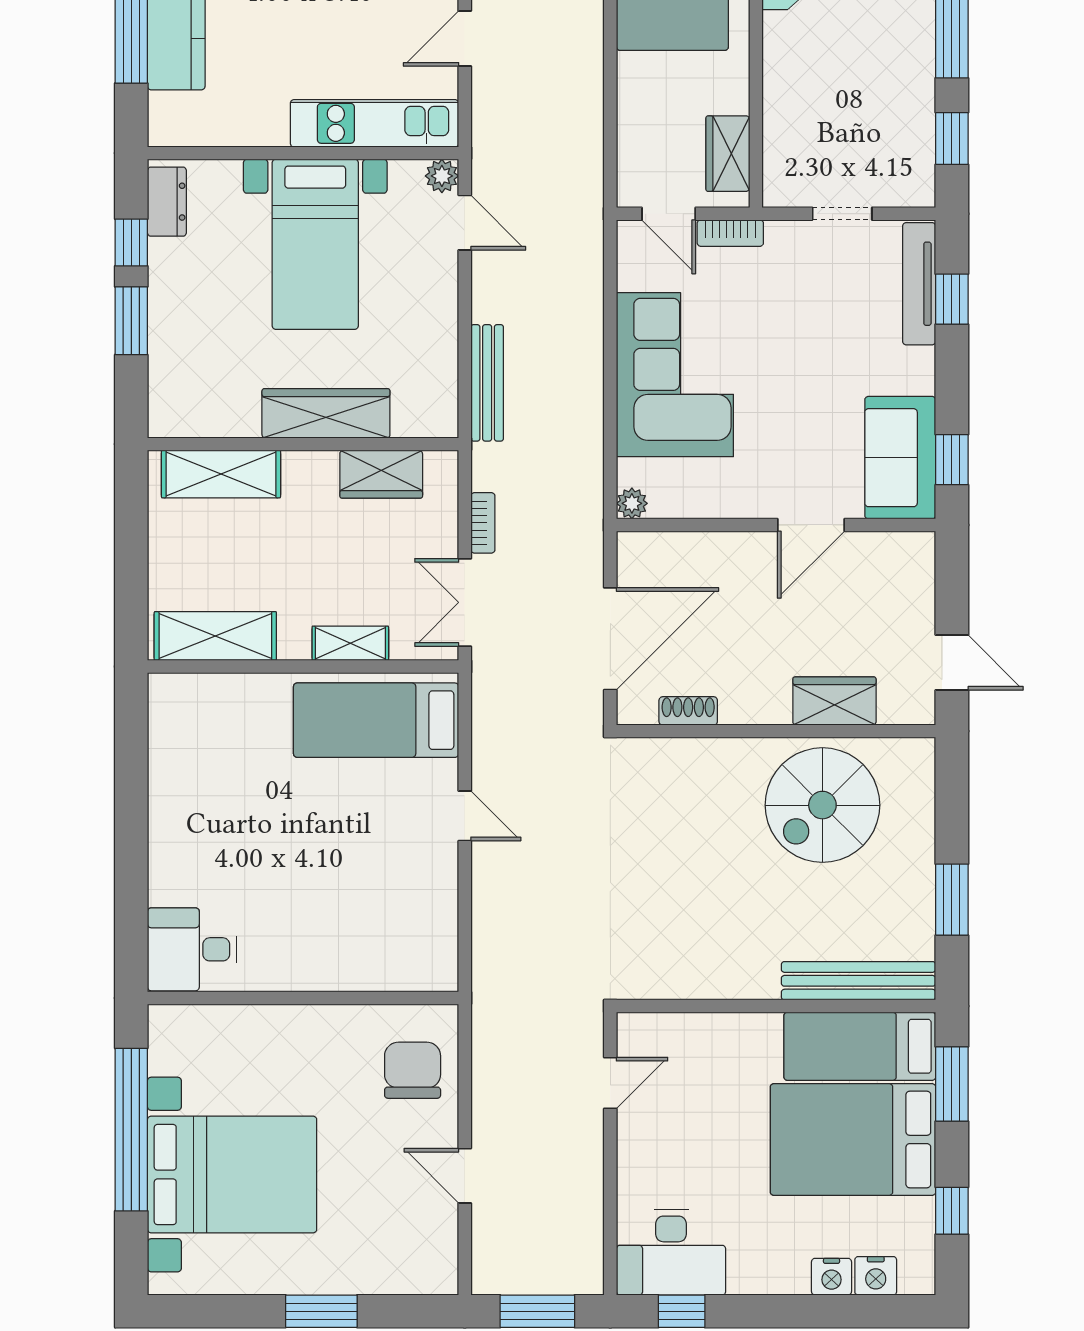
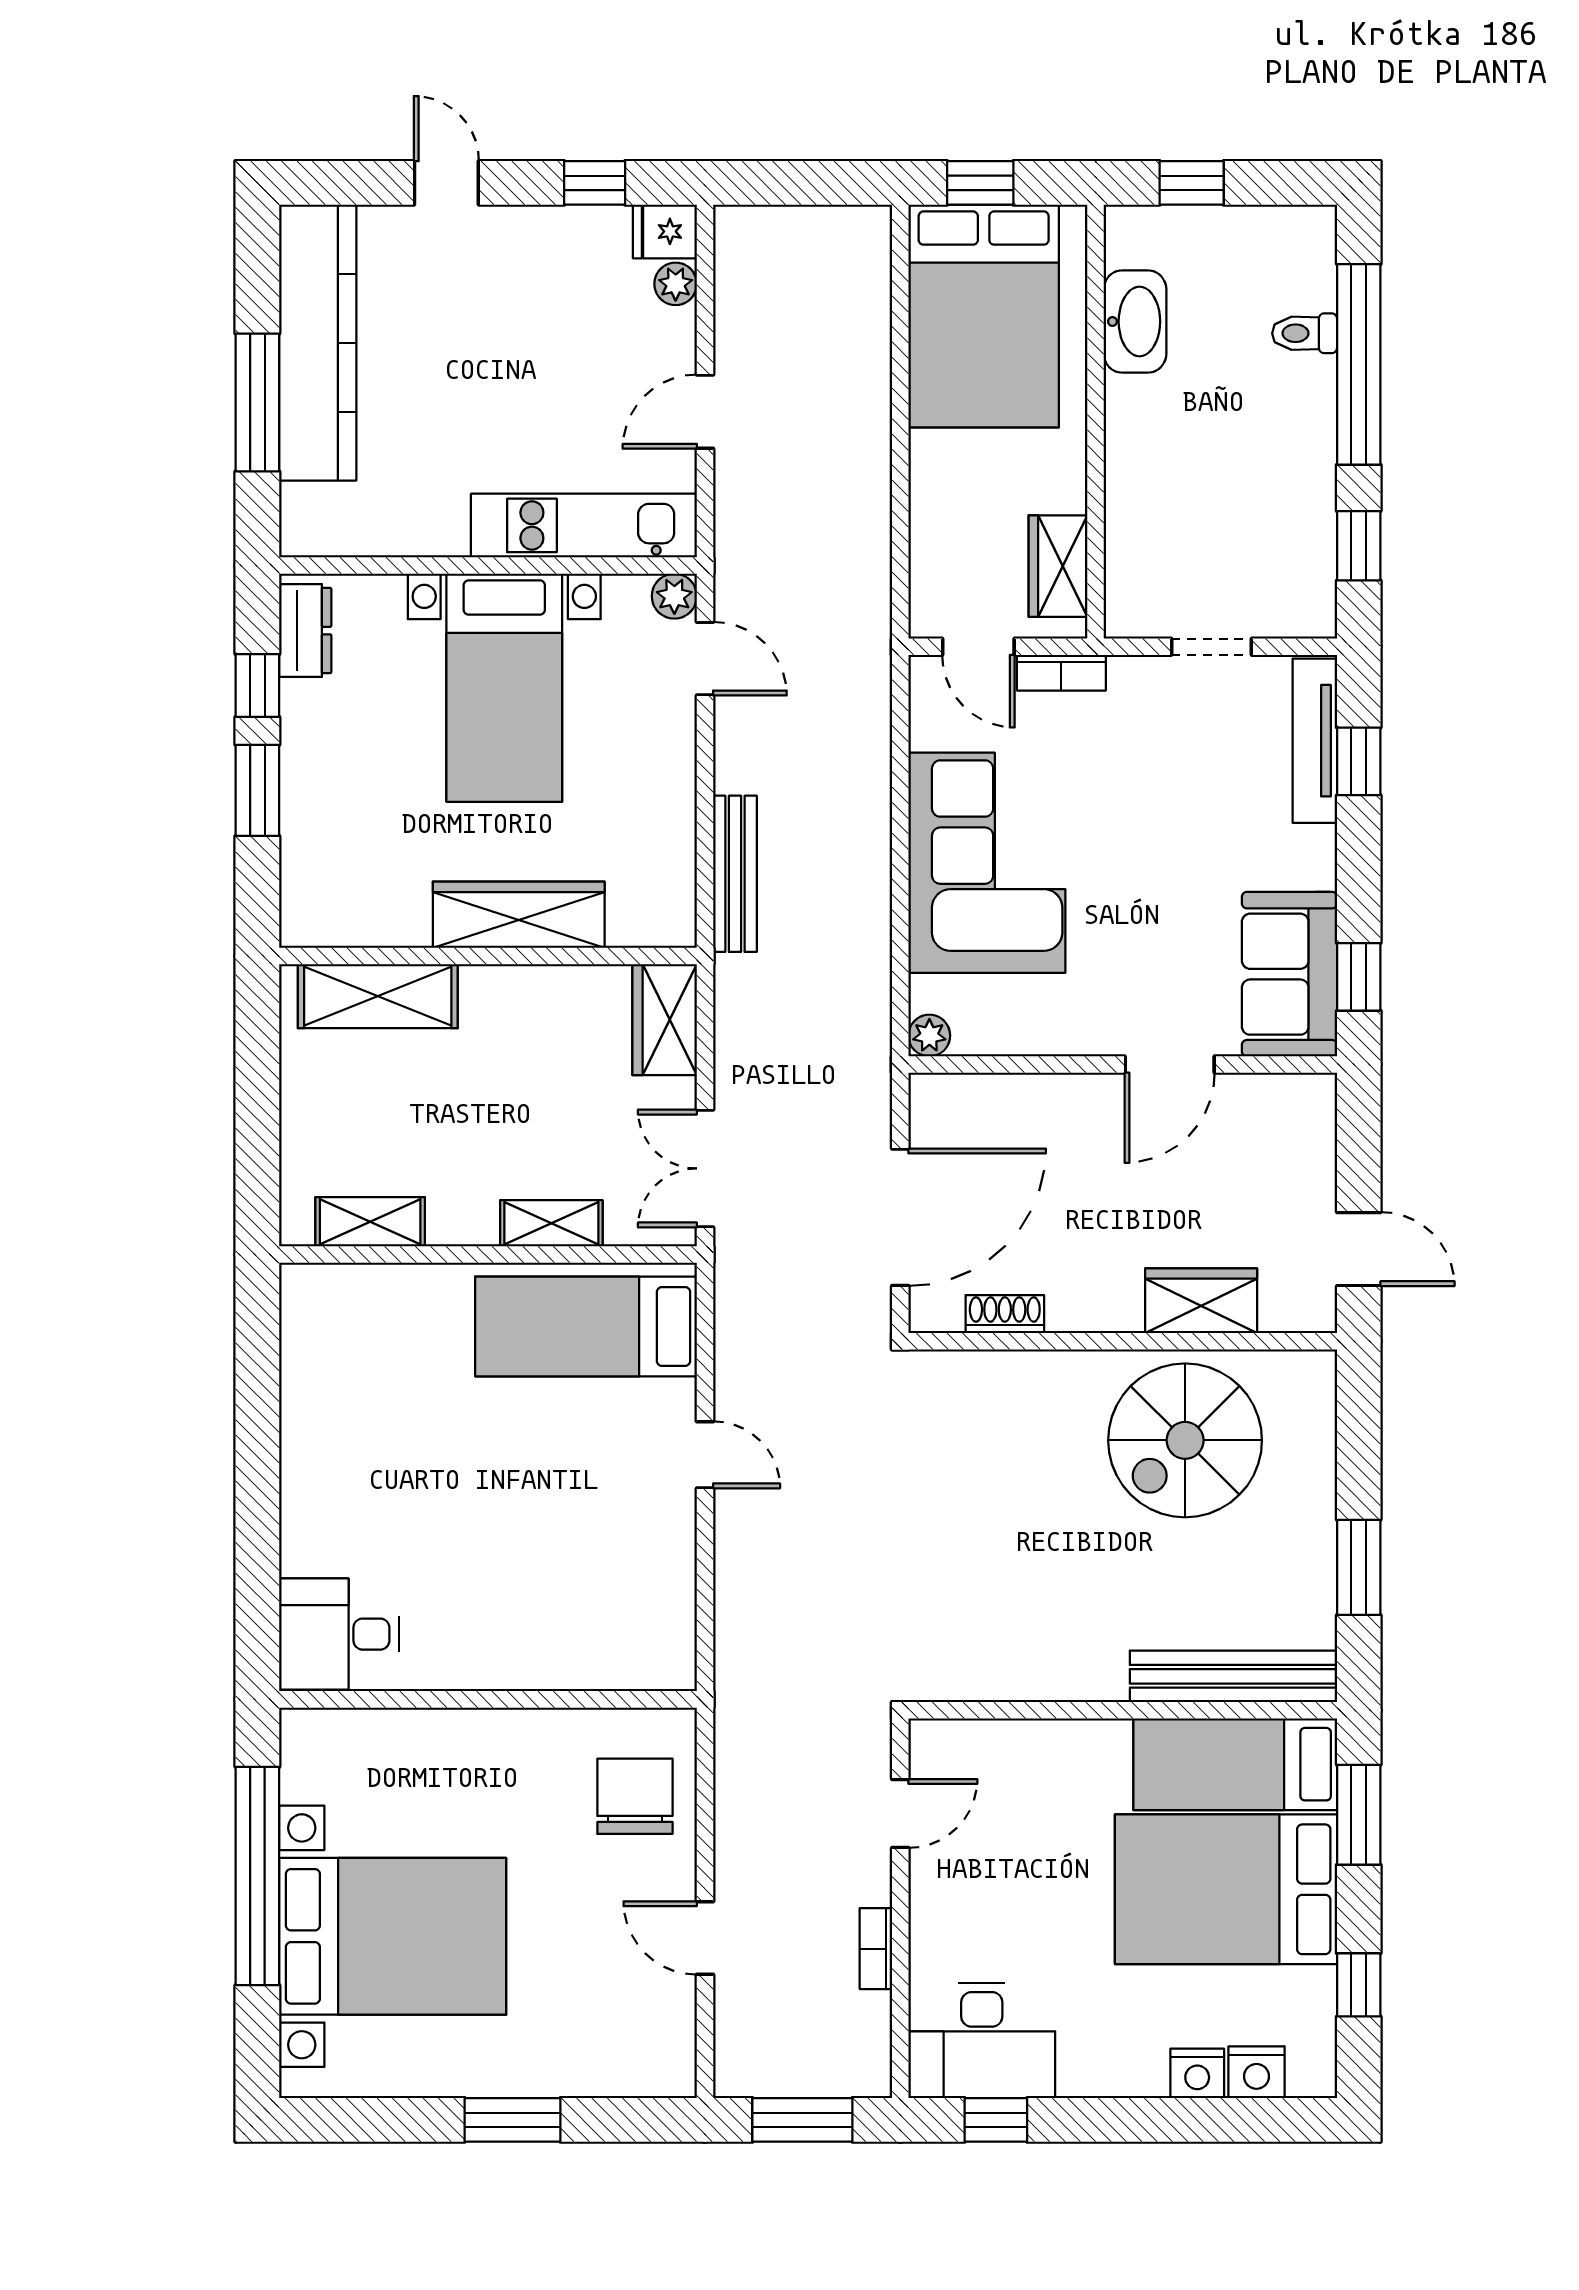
wardrobe: (381, 474) -> (665, 1020), moved, turned 90
bookcase: (483, 523) -> (876, 1949), moved, turned 180
shelving: (215, 636) -> (370, 1222), width x0.67, depth x0.75

